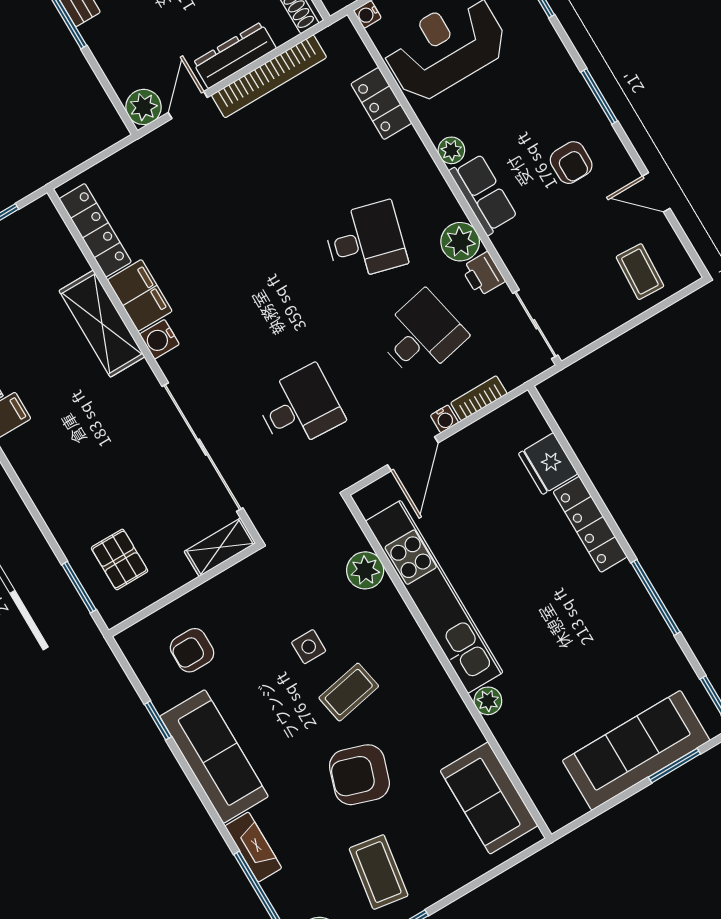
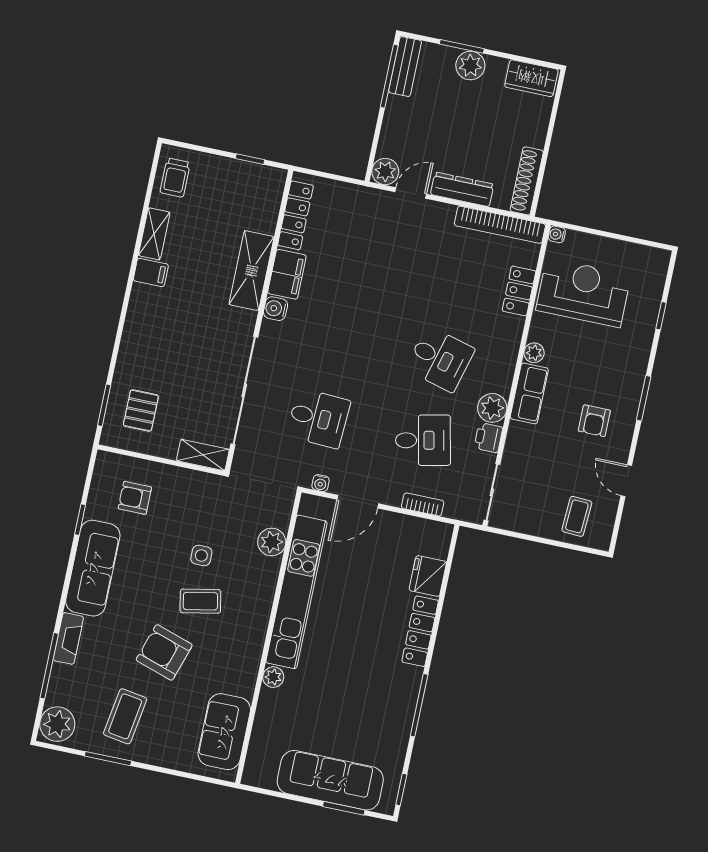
bookcase: (269, 76) -> (500, 225), moved
water cooler: (444, 419) -> (321, 483), moved

